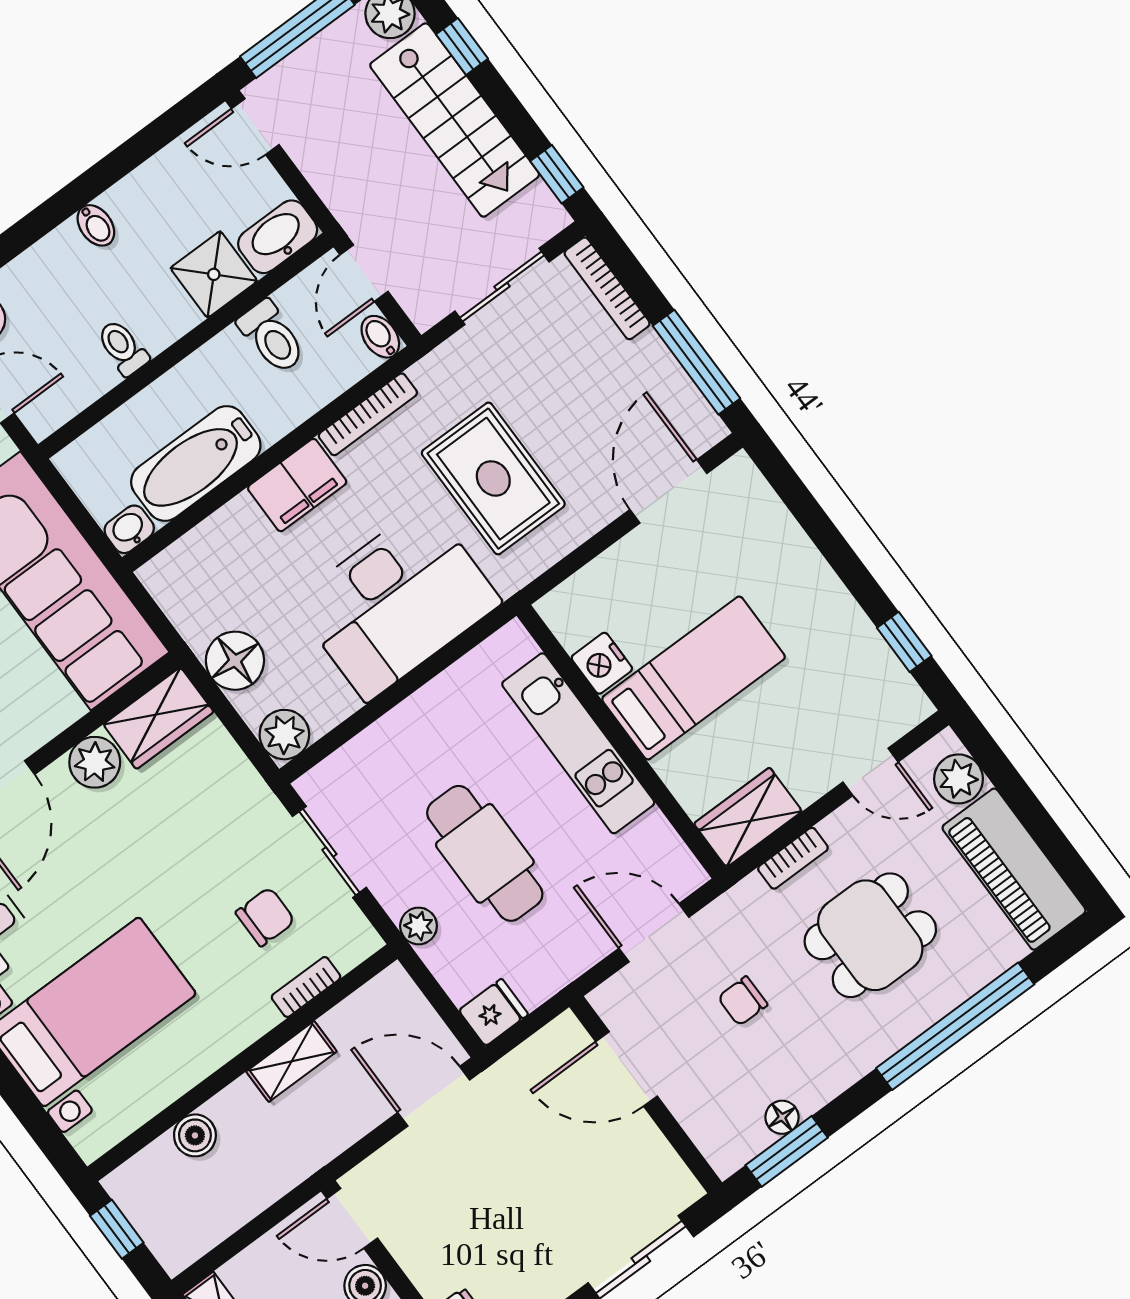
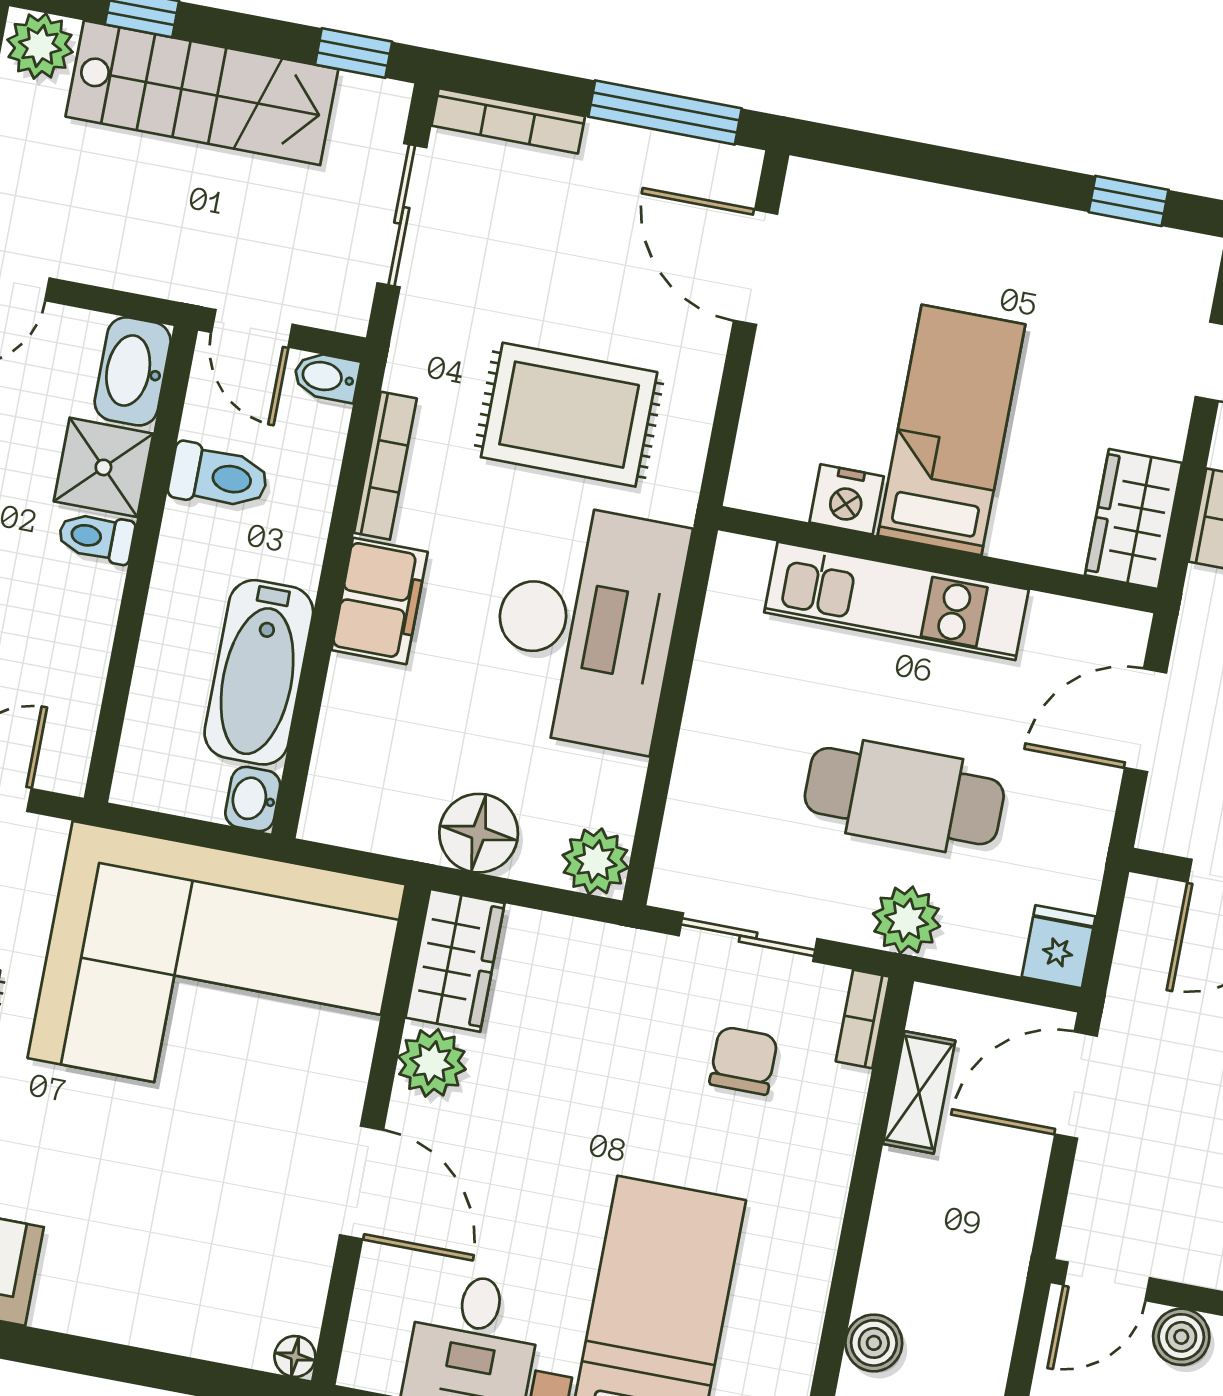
toilet: (123, 348) -> (96, 537), moved
plant: (419, 926) -> (907, 920), width x1.38, depth x1.38
bookcase: (306, 987) -> (863, 1019), moved
shelving: (291, 1061) -> (919, 1092), moved

